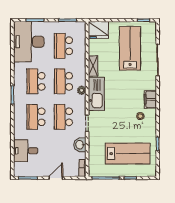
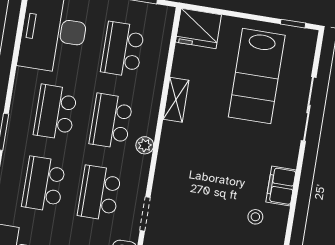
lab bench: (130, 48) -> (257, 76), turned 180
kitchen sink: (96, 94) -> (173, 157), removed

